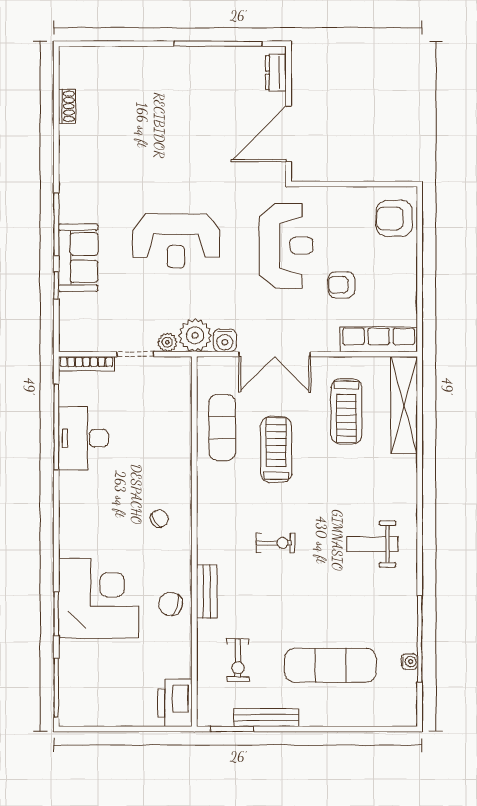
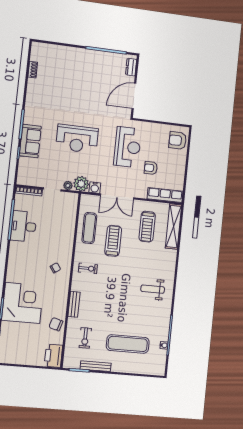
exercise bike: (276, 543) -> (88, 268), moved
chair: (170, 604) -> (56, 324), moved

